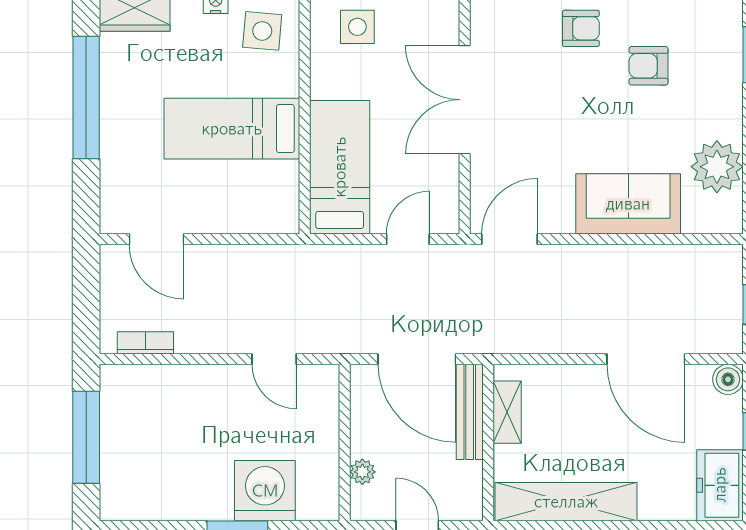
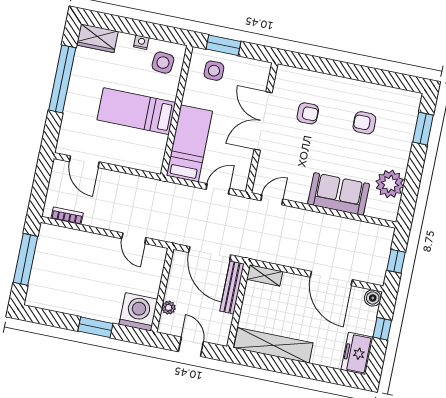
armchair: (581, 28) -> (308, 113), moved
door: (510, 239) -> (272, 200), width x0.73
shelving: (507, 412) -> (265, 275), moved, turned 90
washing machine: (265, 491) -> (138, 312), moved

